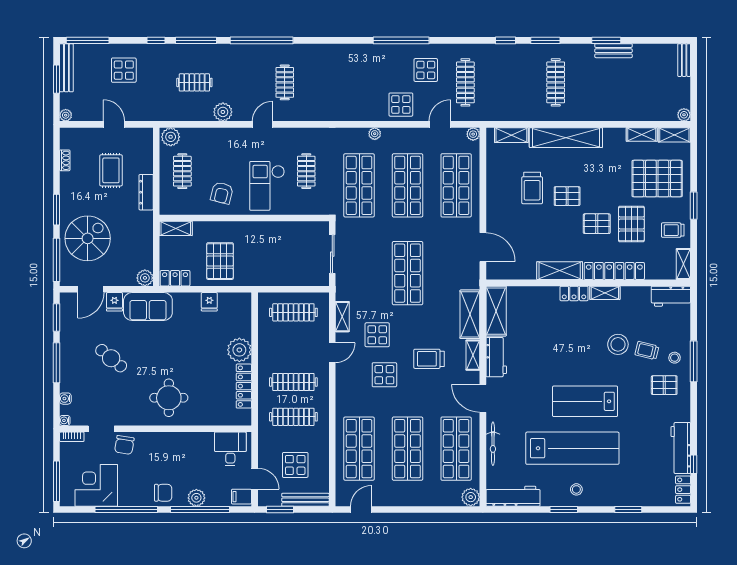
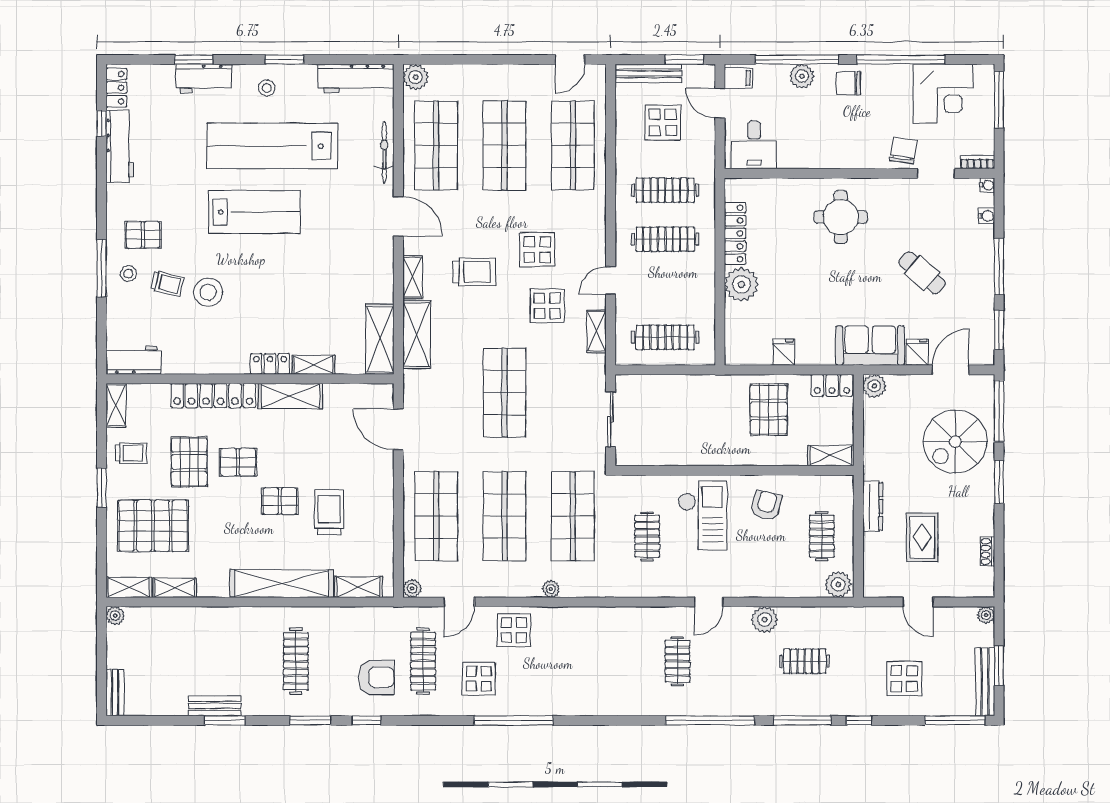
armchair: (499, 71) -> (376, 677), added
shelving: (605, 293) -> (314, 365), moved
workbench: (496, 357) -> (204, 78), moved, turned -90

